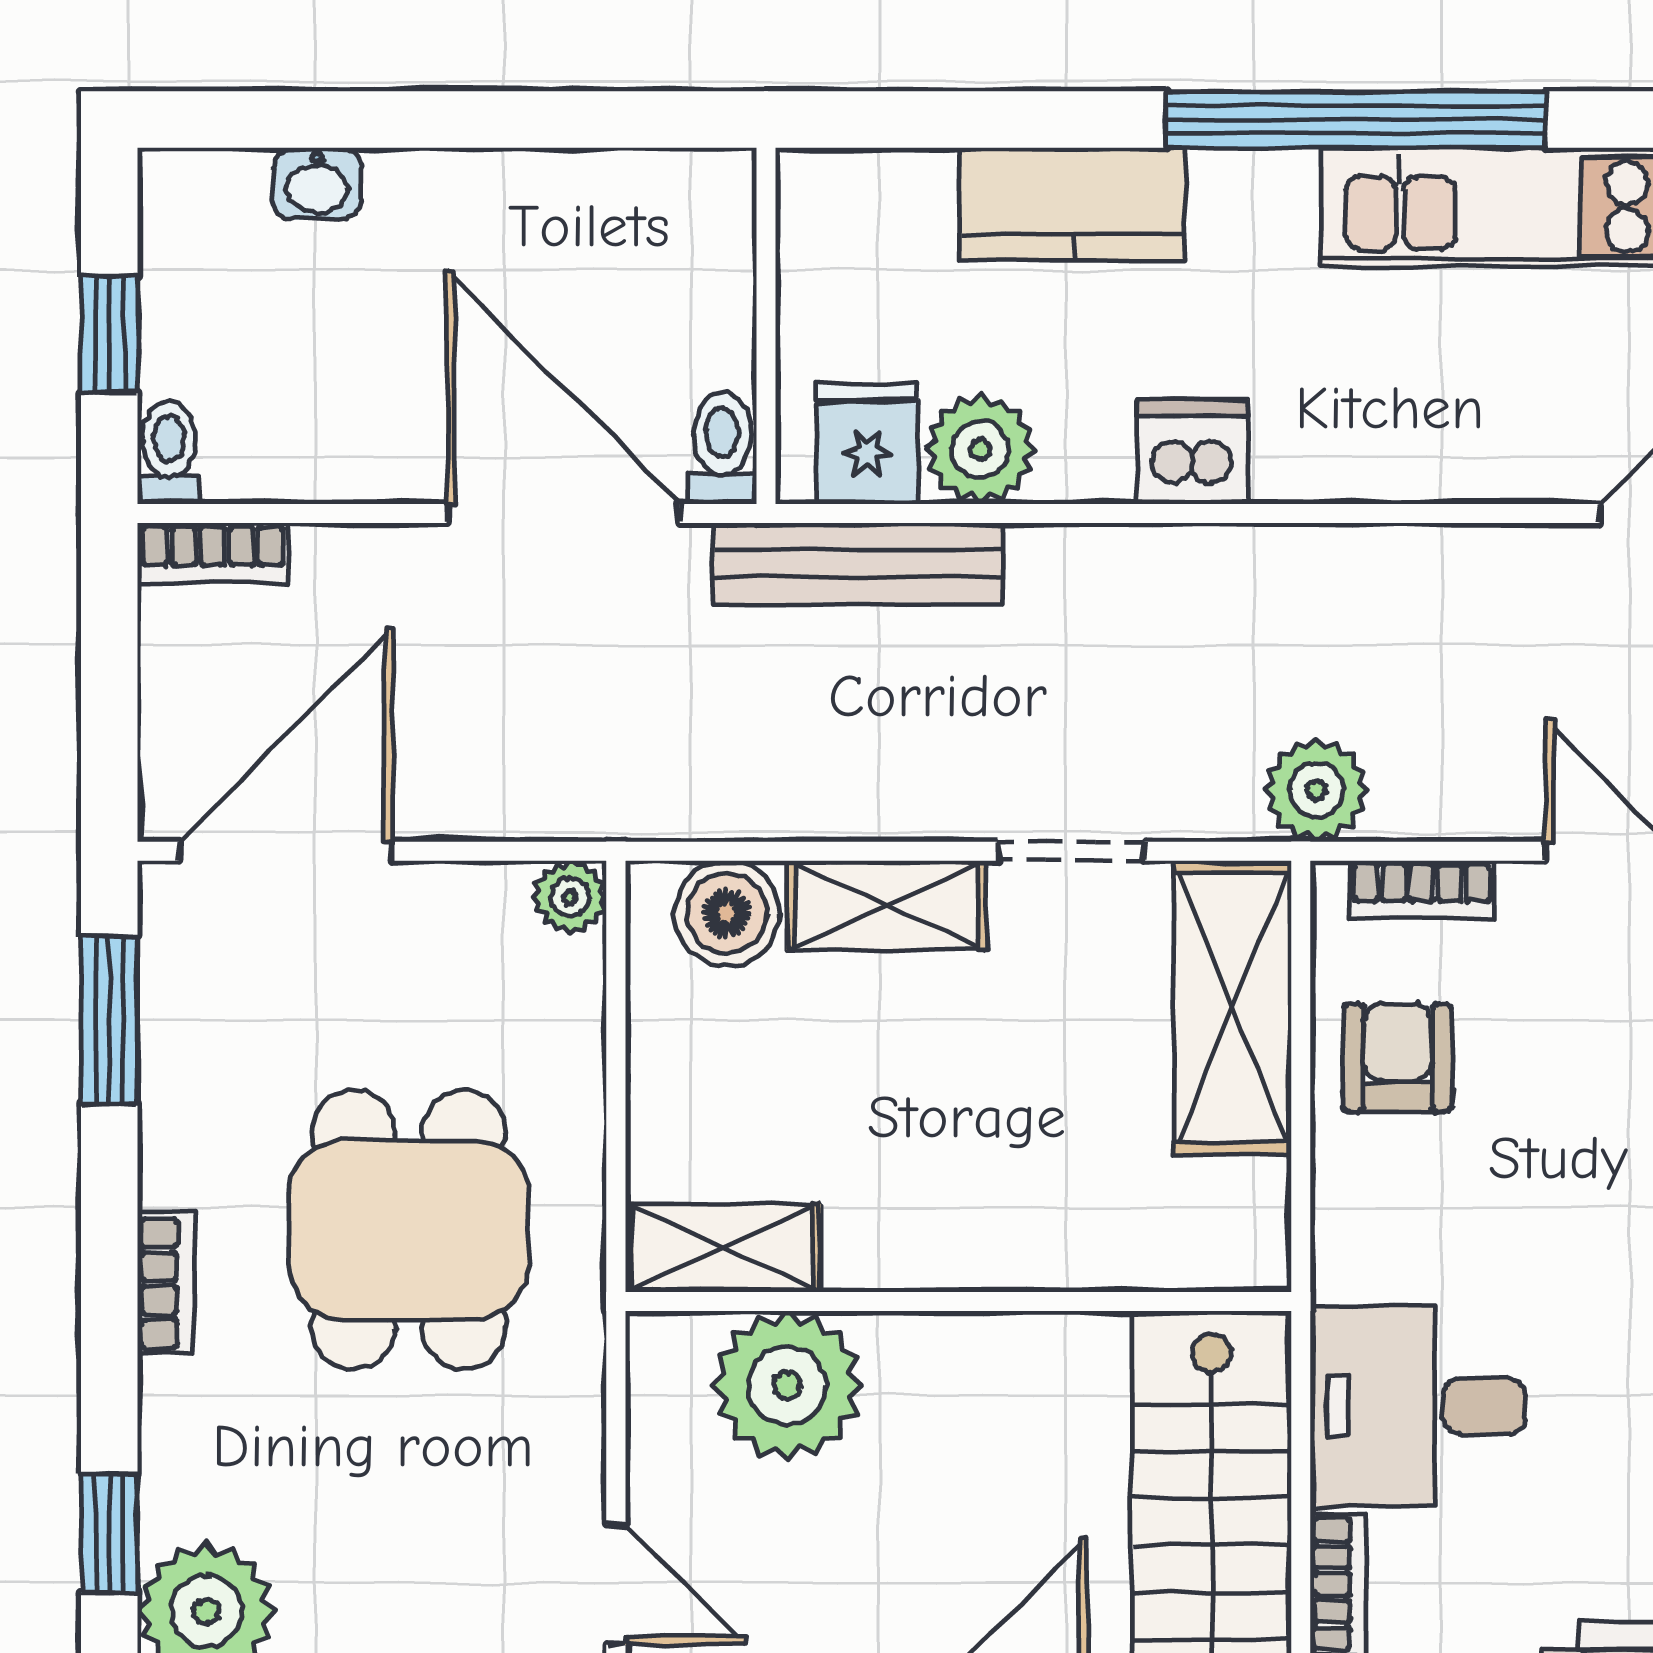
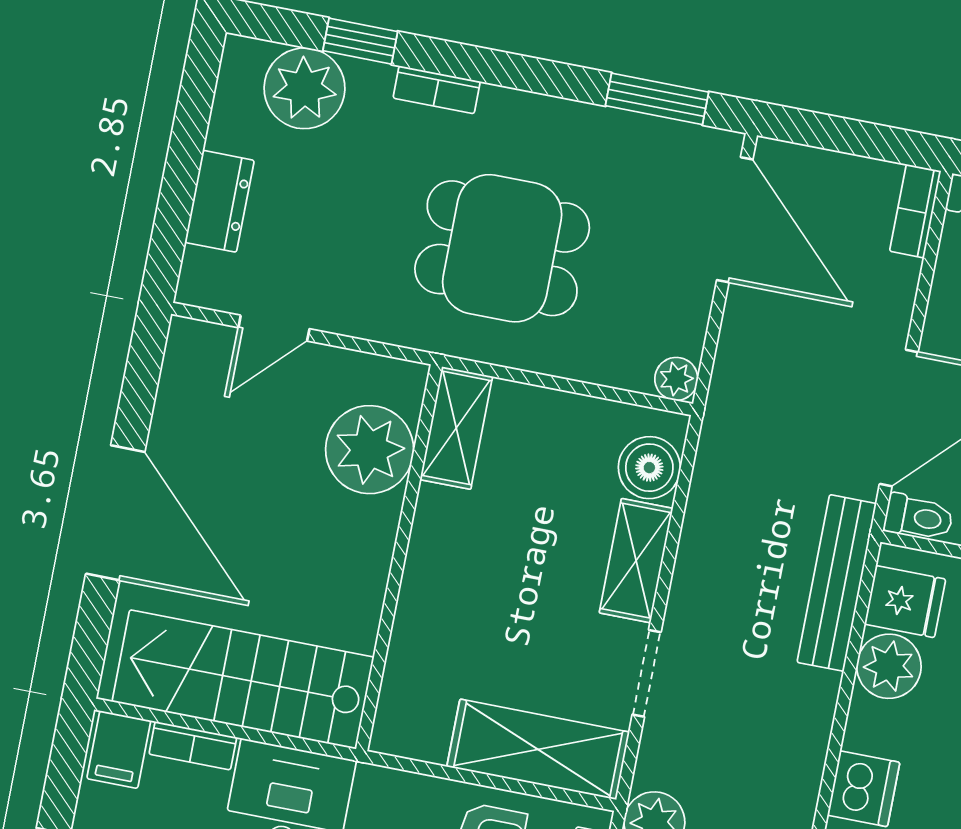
bookcase: (166, 1283) -> (437, 90), moved

